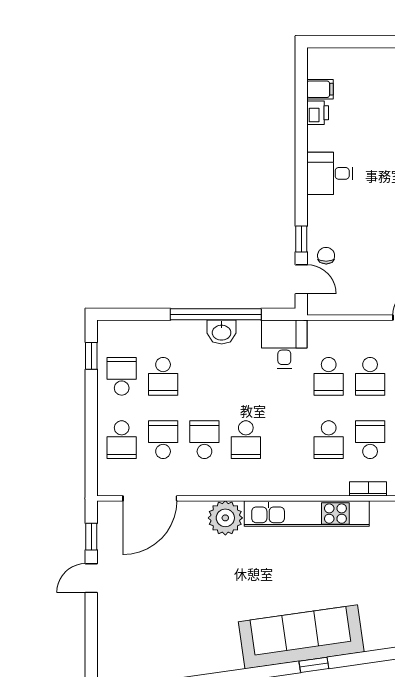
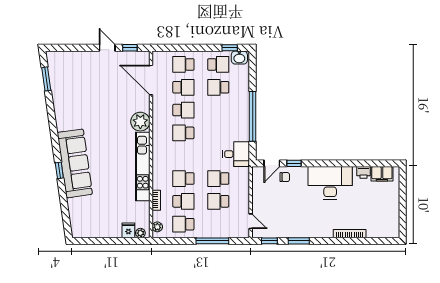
filing cabinet: (320, 89) -> (382, 174), width x2.00
desk: (330, 173) -> (330, 183), width x1.87, depth x1.30
washbasin: (222, 332) -> (239, 58), moved, turned -90

